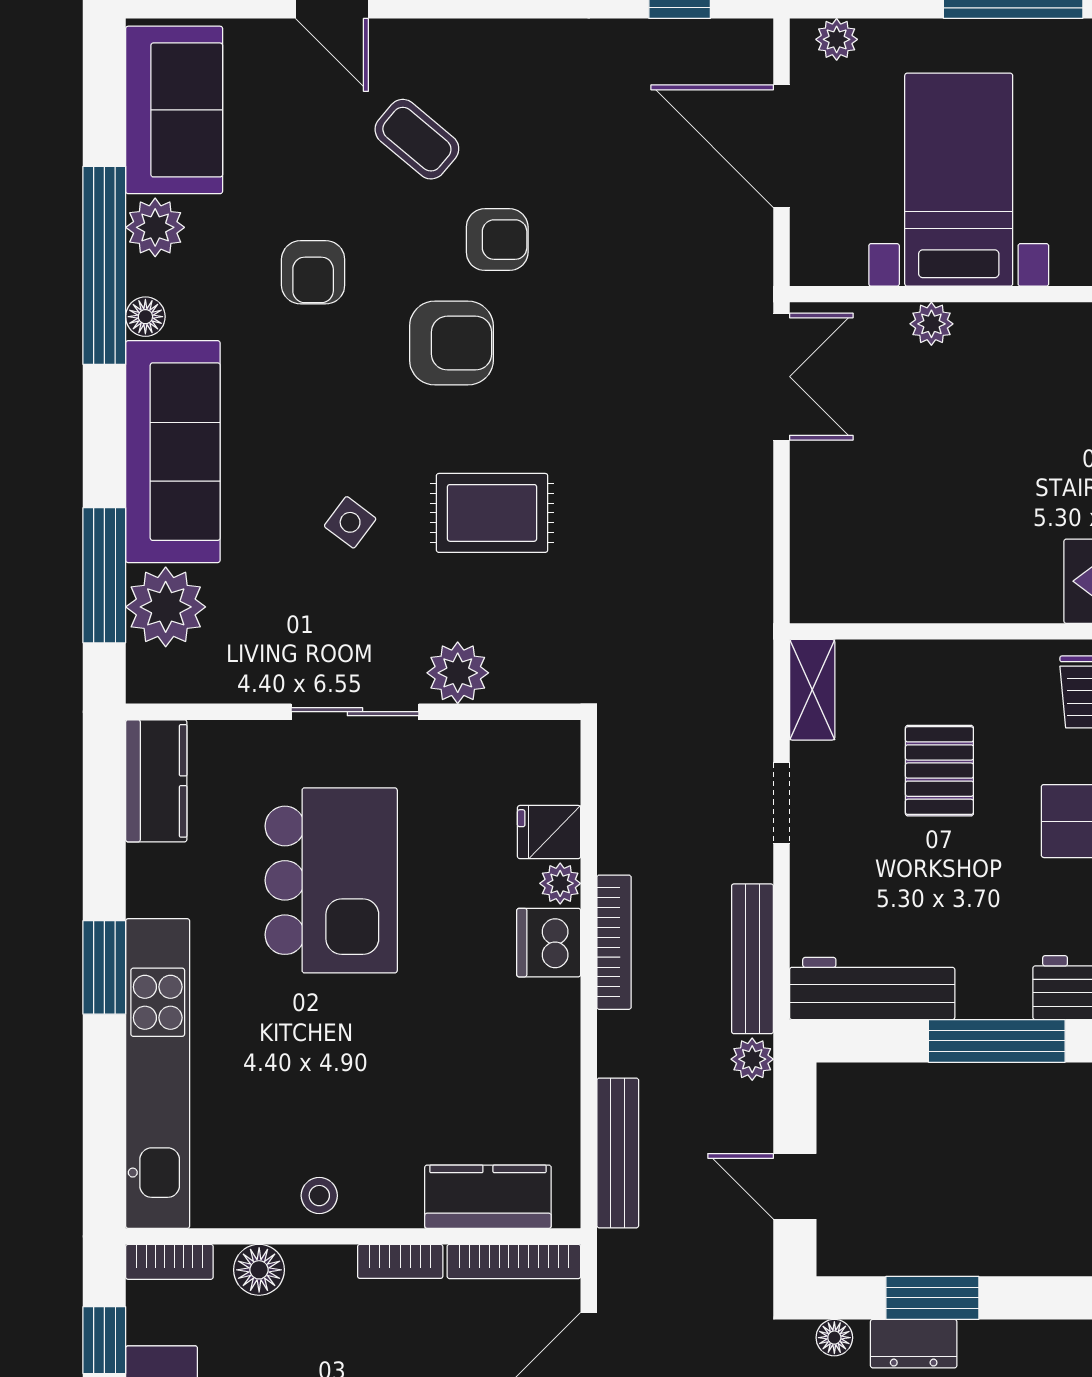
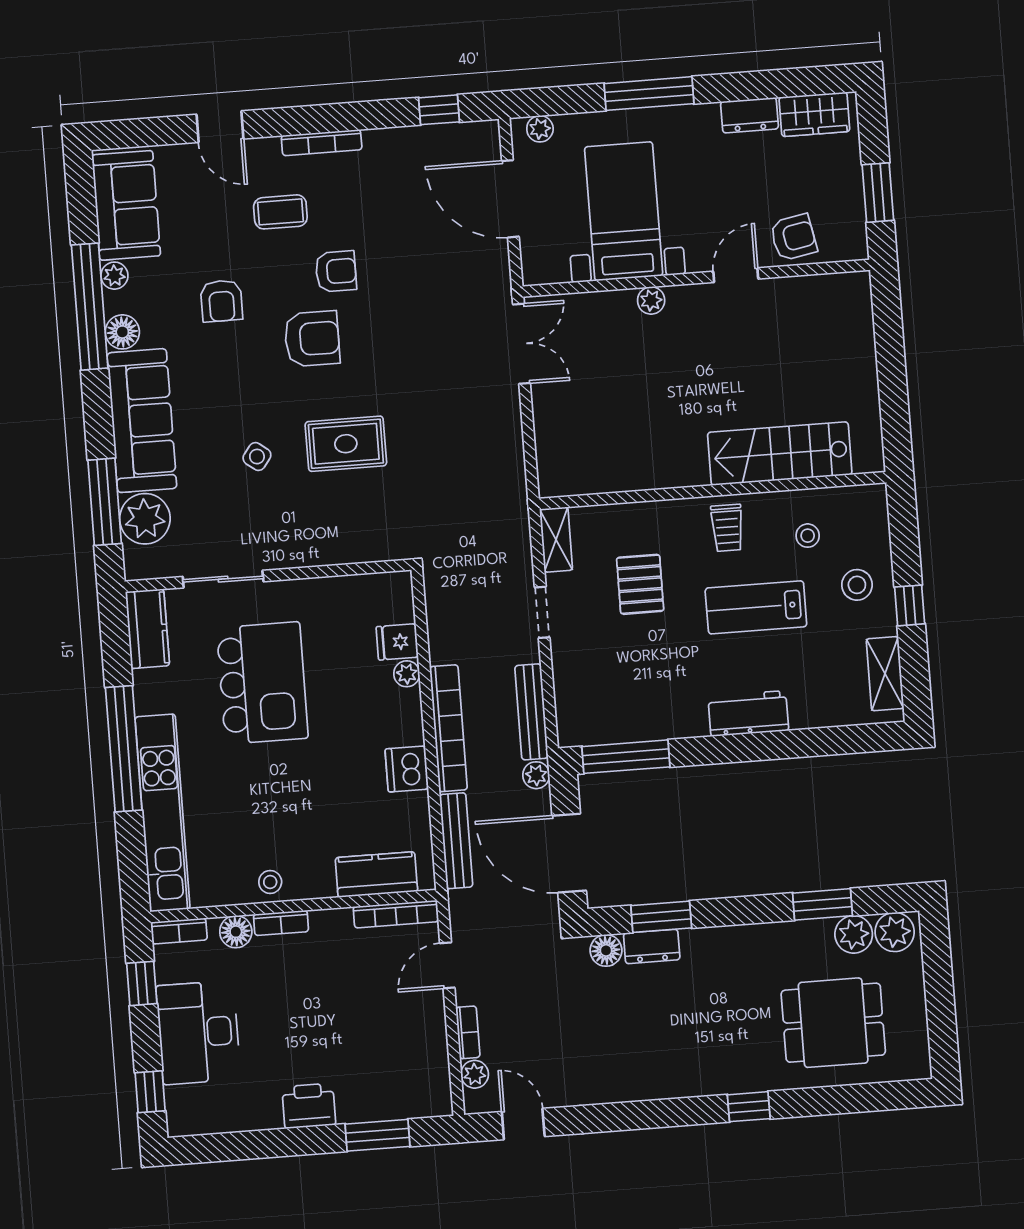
bookcase: (490, 35) -> (322, 143), added
coffee table: (417, 139) -> (280, 212), turned -40
plant: (155, 227) -> (114, 276), width x0.73, depth x0.73
floor lamp: (145, 317) -> (122, 332), width x1.37, depth x1.37
plant: (931, 324) -> (651, 300), moved
plant: (458, 673) -> (332, 546), removed
sliding door: (355, 712) -> (223, 579), moved
bookcase: (614, 942) -> (448, 728), width x1.48, depth x1.31
dishwasher: (549, 943) -> (407, 769), moved
window: (104, 967) -> (124, 749), width x2.11
workbench: (872, 988) -> (608, 725), removed
window: (997, 1041) -> (626, 757), moved
door: (795, 1186) -> (569, 853), width x1.88
bookcase: (400, 1261) -> (281, 923), moved
floor lamp: (834, 1338) -> (606, 950), width x1.37, depth x1.37

